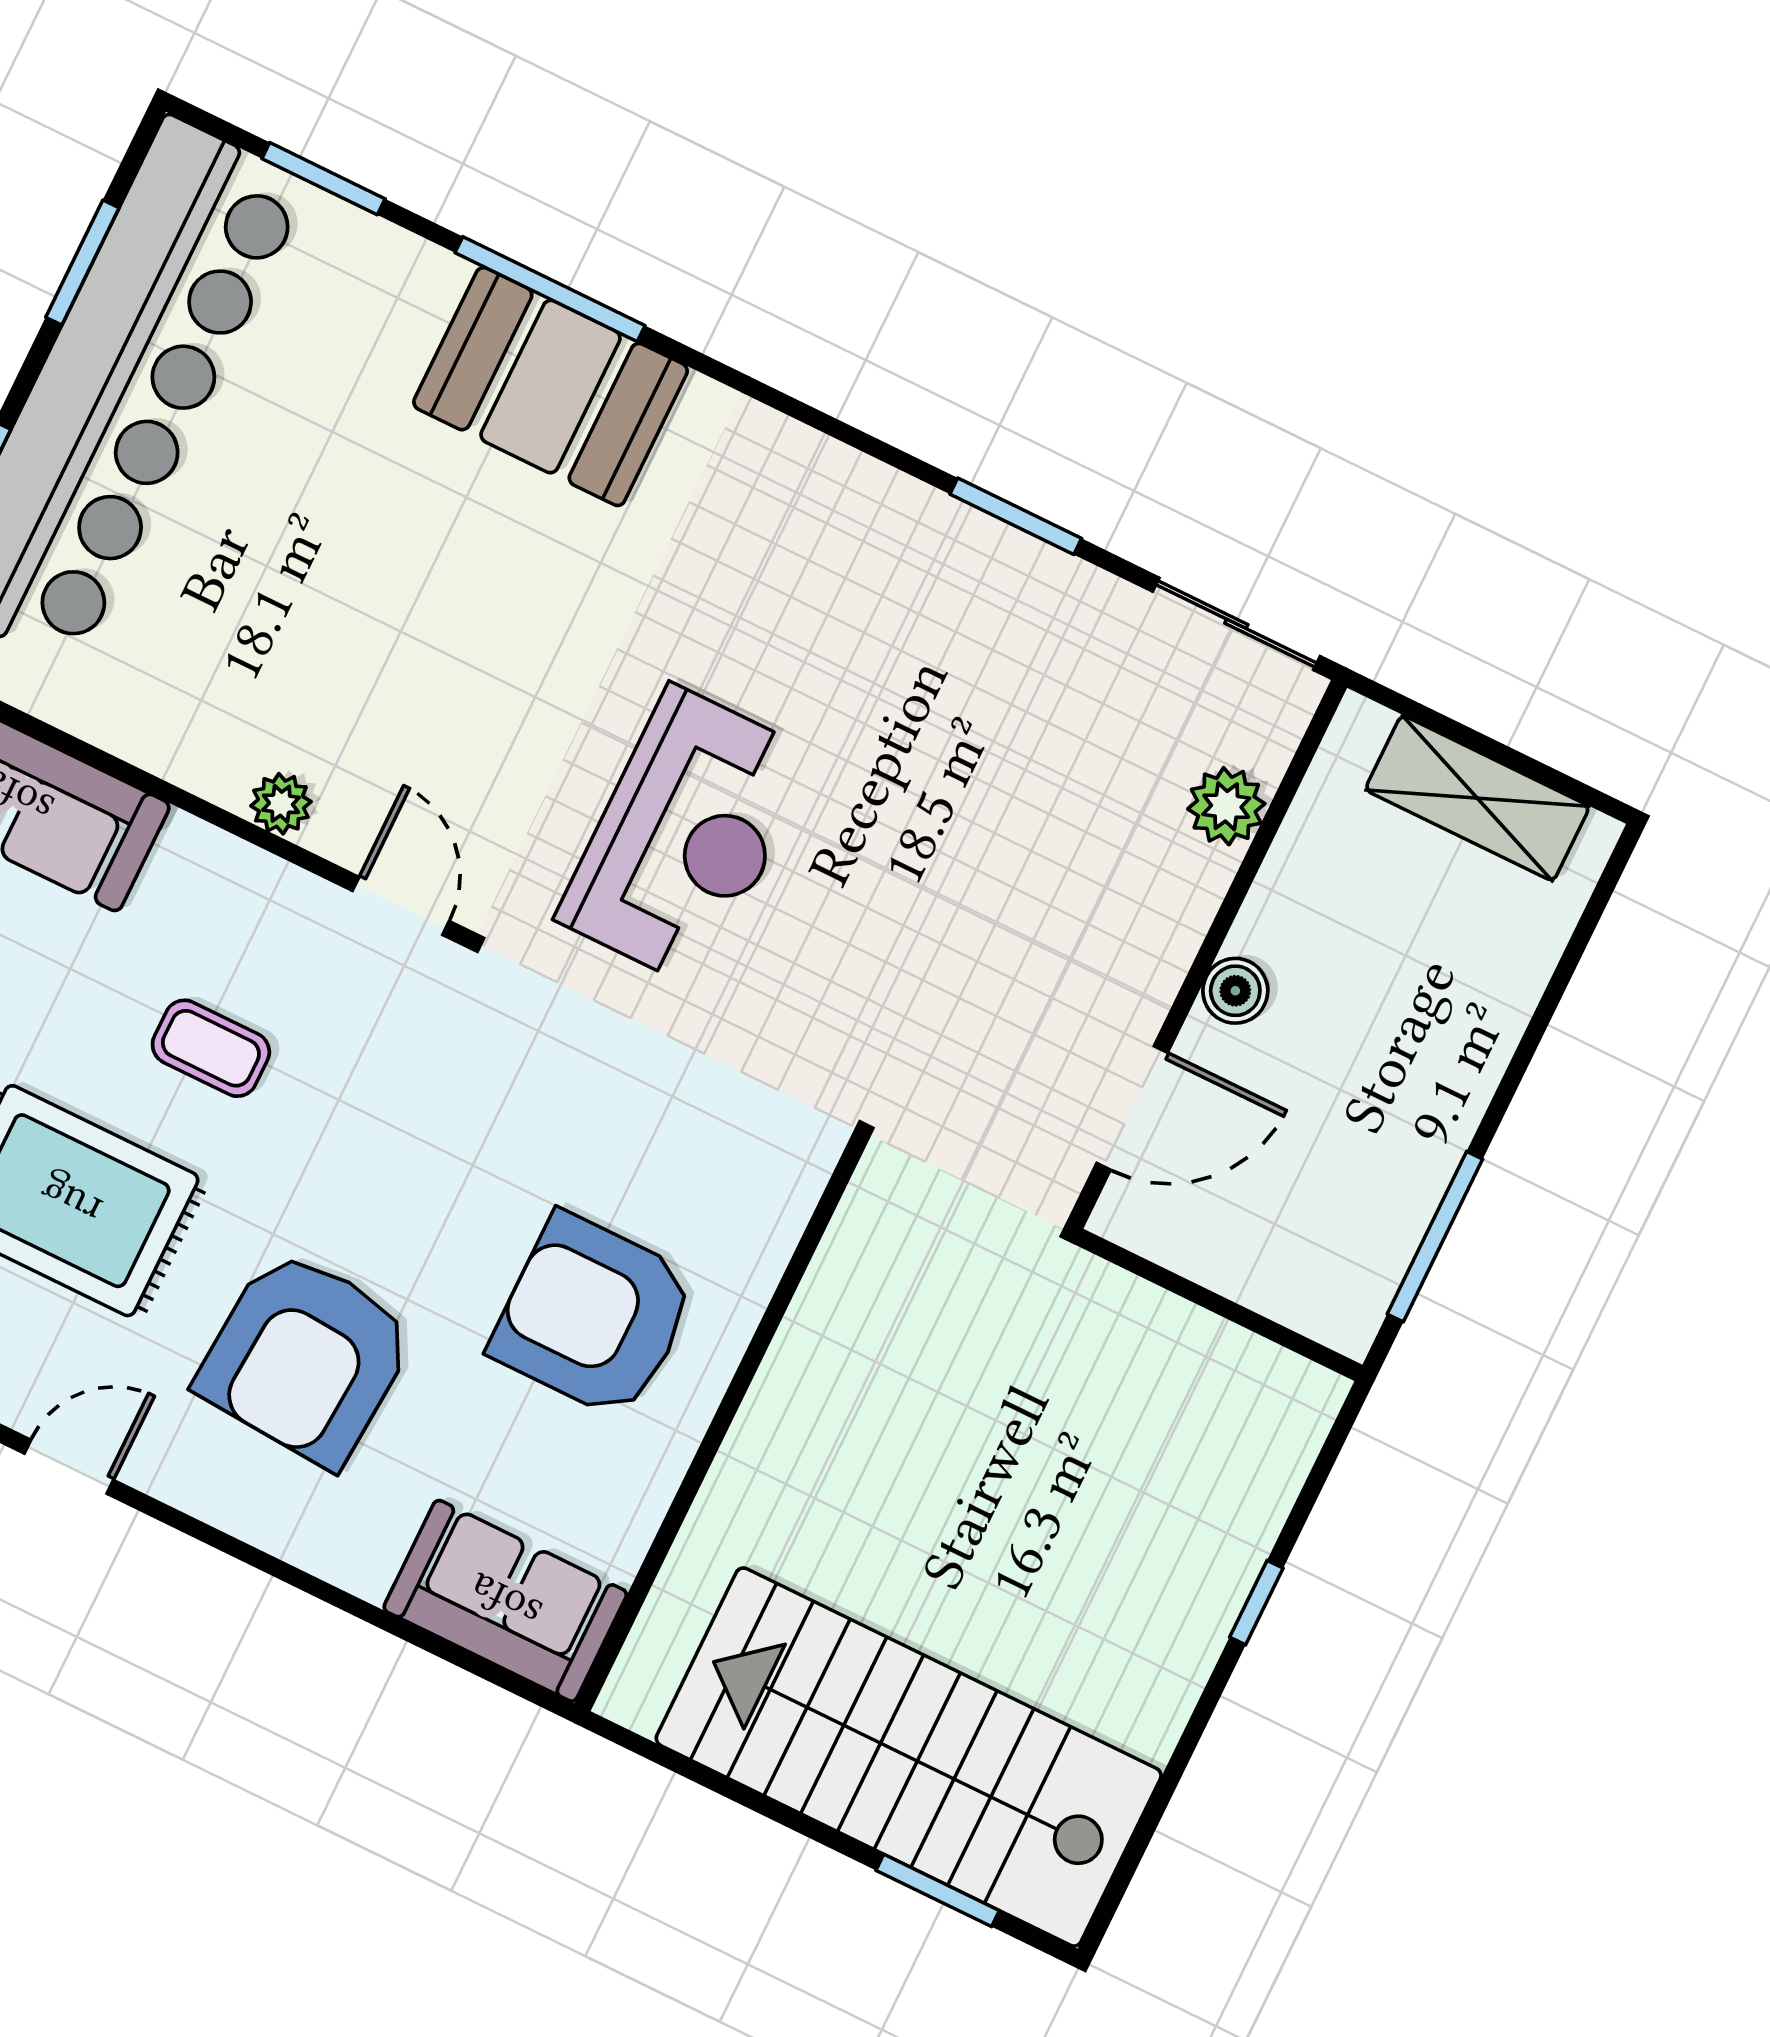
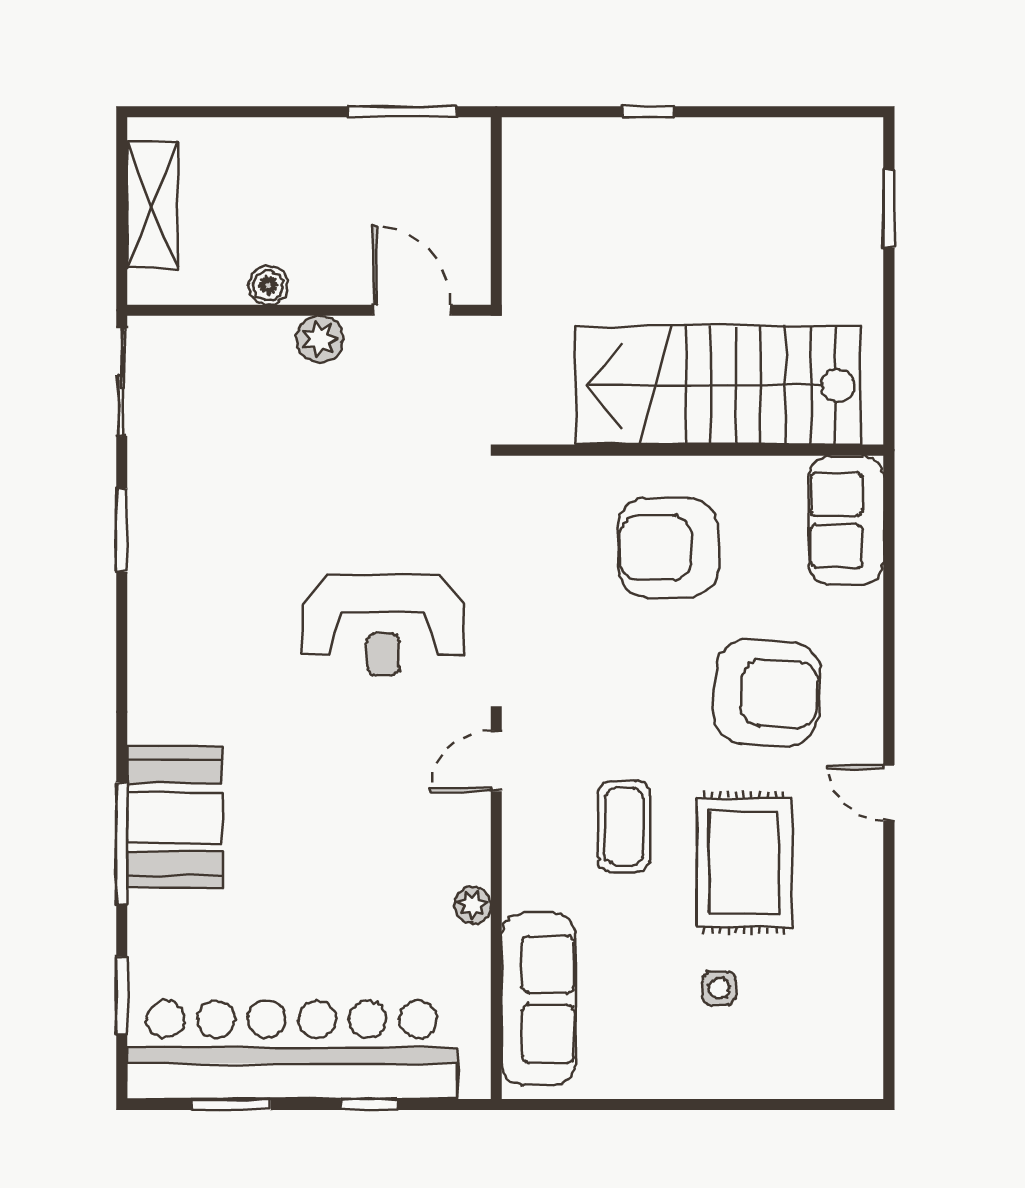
plant: (281, 804) -> (473, 905), moved
plant: (1226, 806) -> (320, 339), moved
reception desk: (686, 837) -> (383, 625), turned 180
boiler: (1235, 991) -> (268, 285), moved
coffee table: (211, 1048) -> (624, 827), width x1.36, depth x1.30
armchair: (594, 1316) -> (668, 548), turned 90
stairs: (909, 1757) -> (718, 385), moved, turned 90

